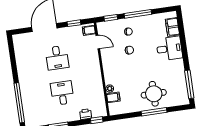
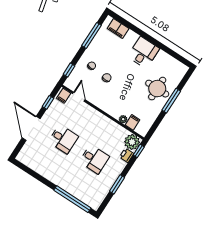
window: (138, 14) -> (92, 35), moved
door: (98, 42) -> (79, 97), hinge flipped
desk: (169, 48) -> (143, 53), moved
window: (189, 84) -> (174, 54), removed
desk: (62, 93) -> (94, 159), turned 180
plant: (99, 110) -> (132, 142), added

